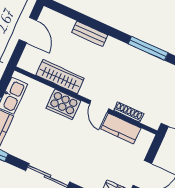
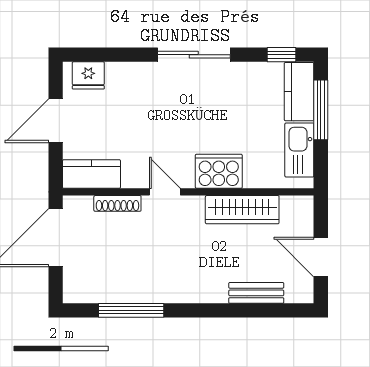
bench: (90, 34) -> (256, 293), moved
kitchen counter: (121, 129) -> (91, 174), moved

